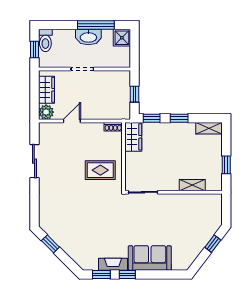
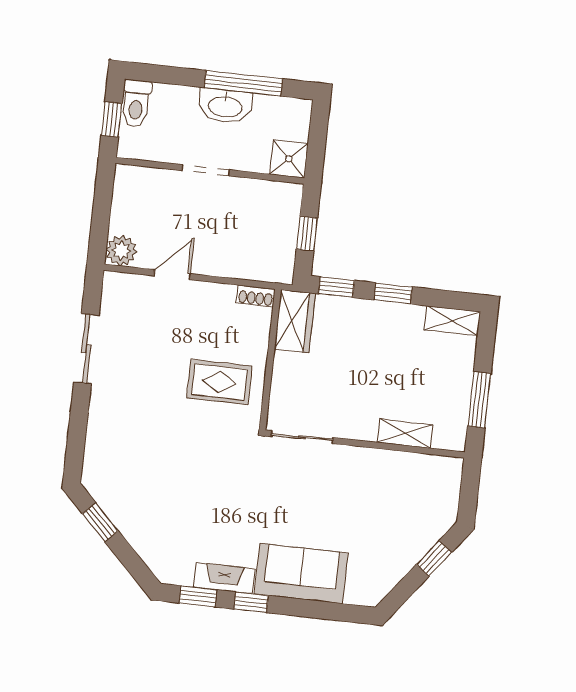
shower: (122, 38) -> (289, 159), moved
wardrobe: (47, 90) -> (127, 205), removed
window: (226, 165) -> (479, 400), width x1.50

